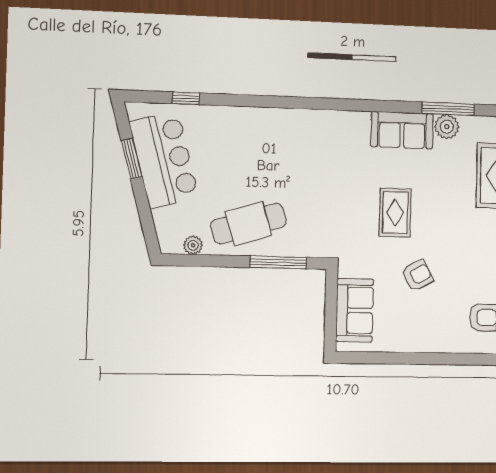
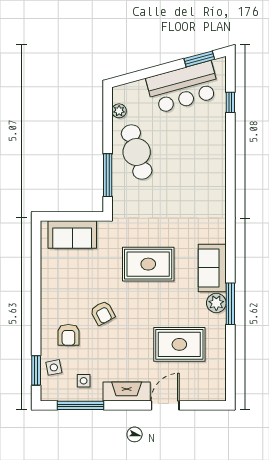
window: (132, 159) -> (199, 59), moved
rug: (395, 213) -> (148, 264), width x1.36, depth x1.43
armchair: (417, 276) -> (103, 313), moved

